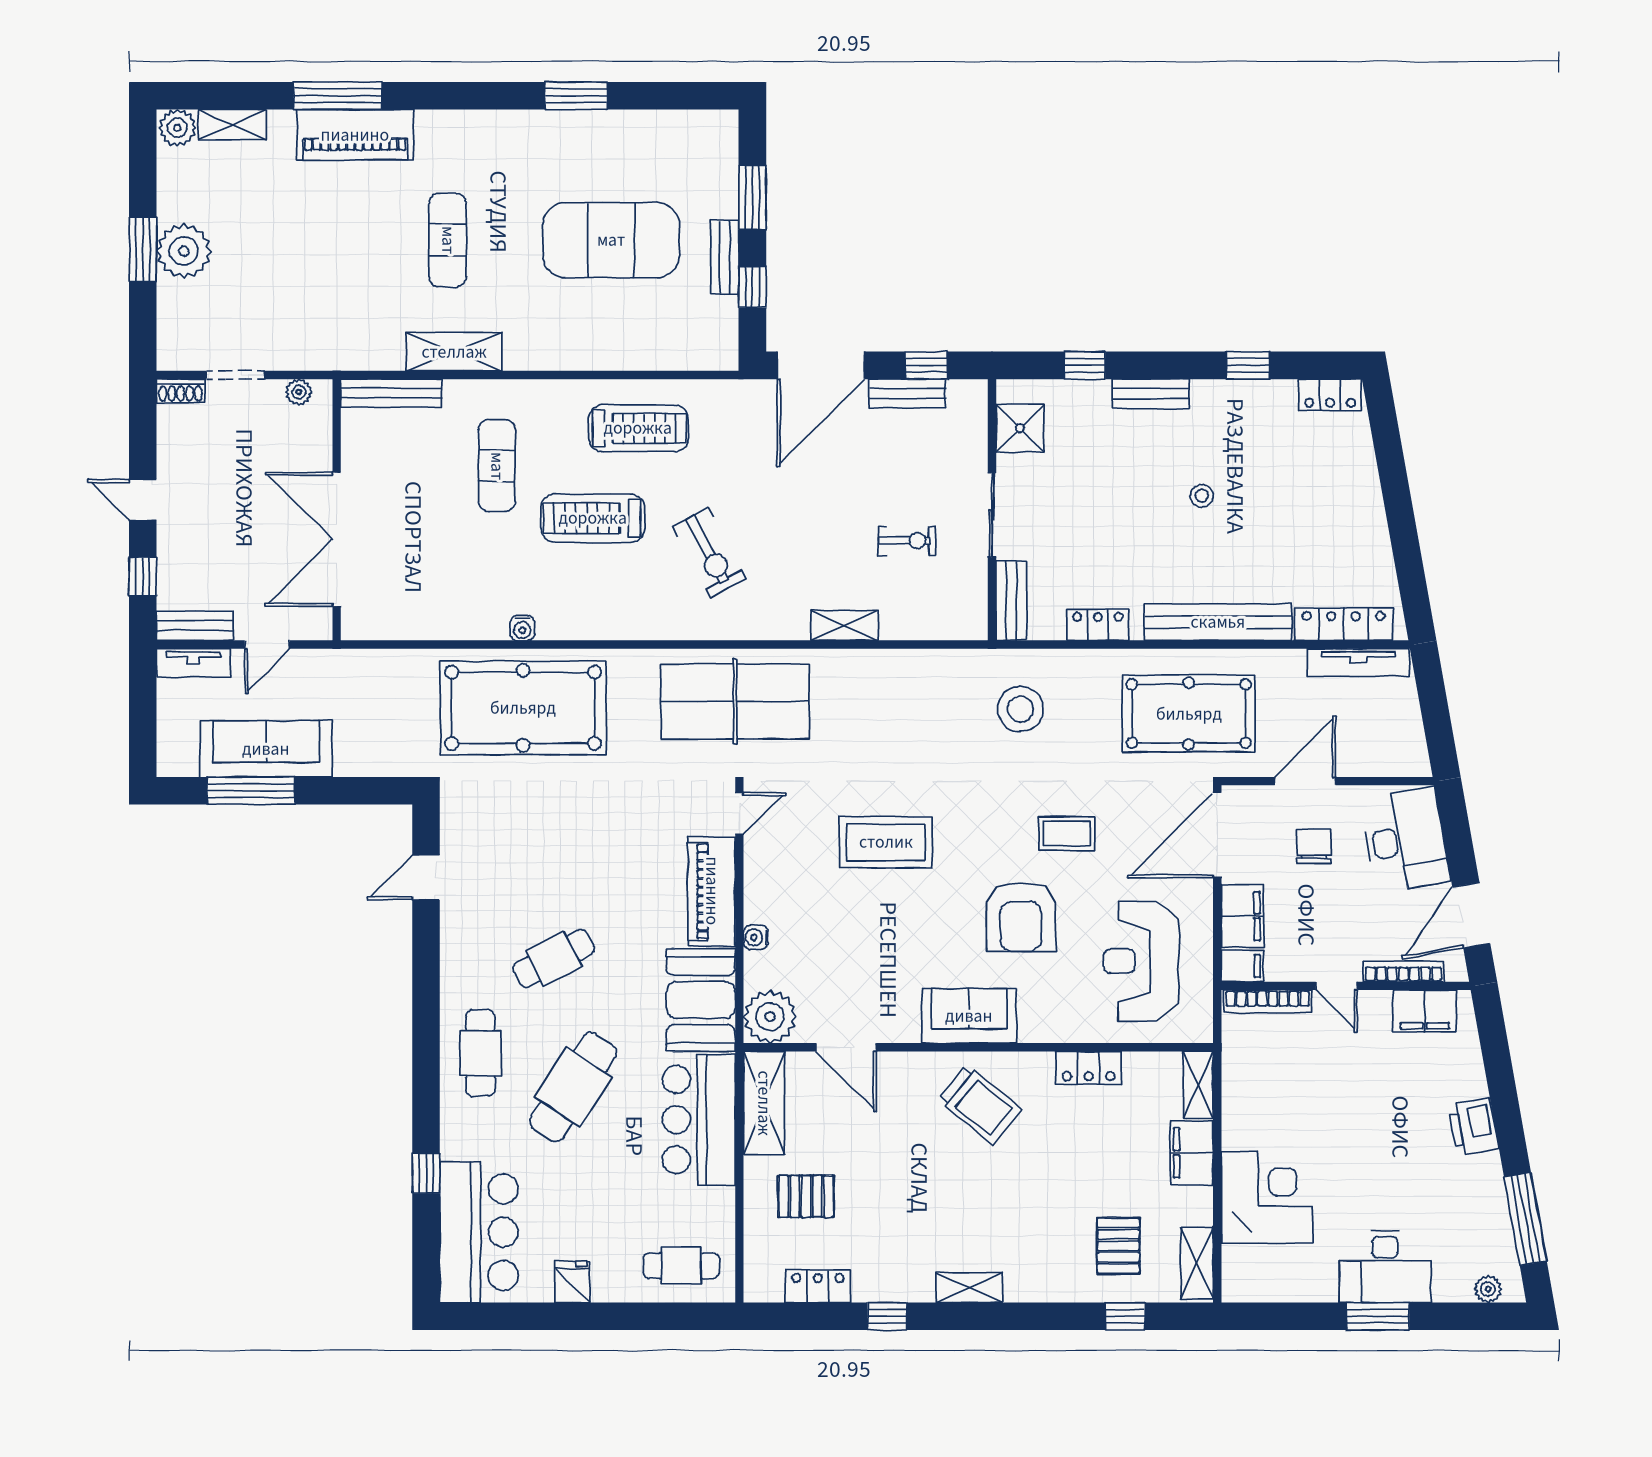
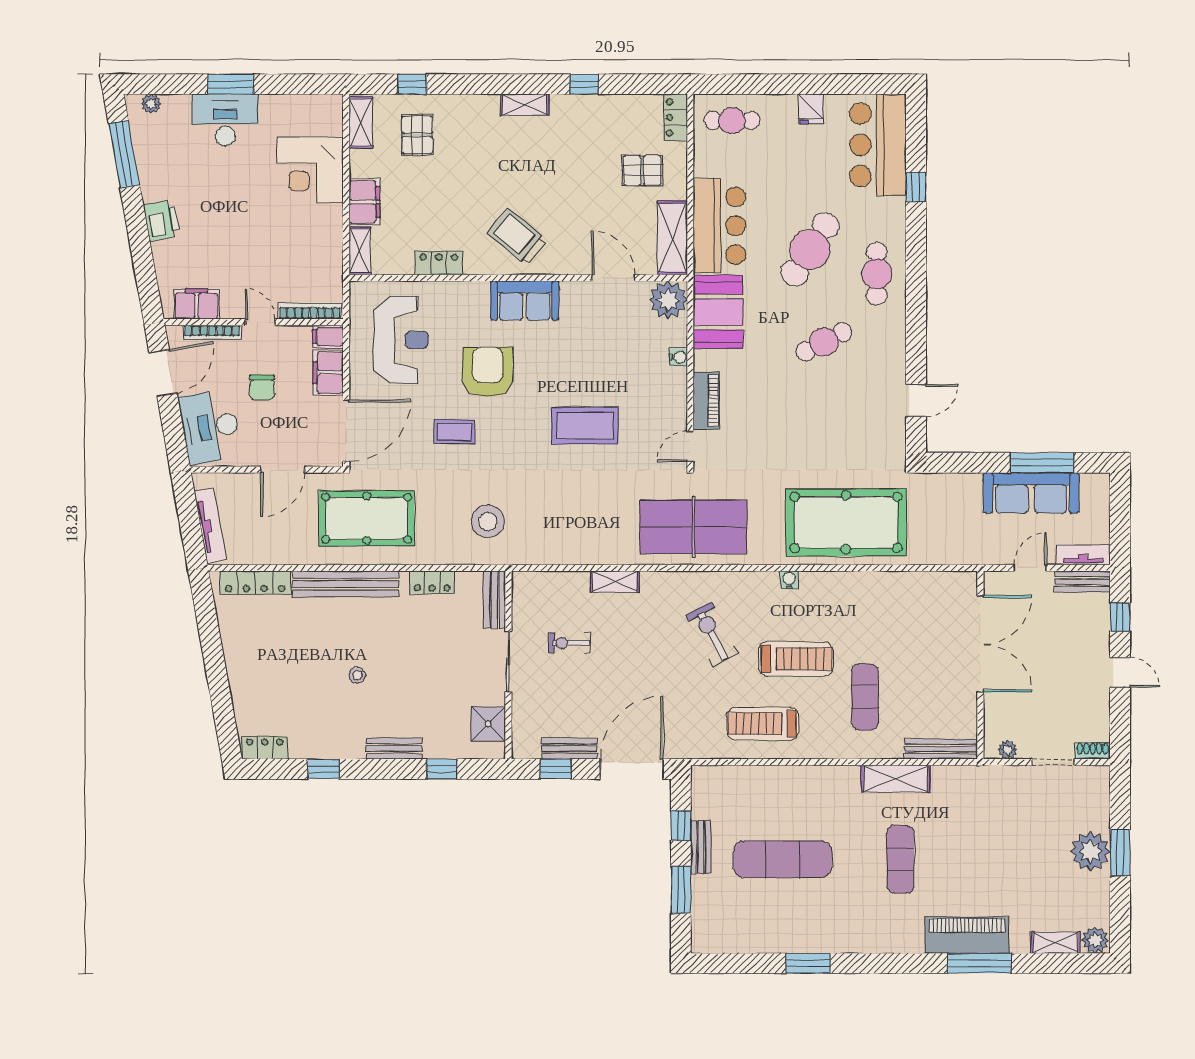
exercise mat: (611, 240) -> (783, 859), width x0.68
water cooler: (522, 628) -> (789, 580), moved
tv unit: (1358, 662) -> (210, 526), moved, turned 80
chair: (1314, 846) -> (262, 387), moved
piano: (712, 891) -> (706, 401), width x0.73, depth x0.75
locker: (818, 1286) -> (675, 117), moved, turned 90

